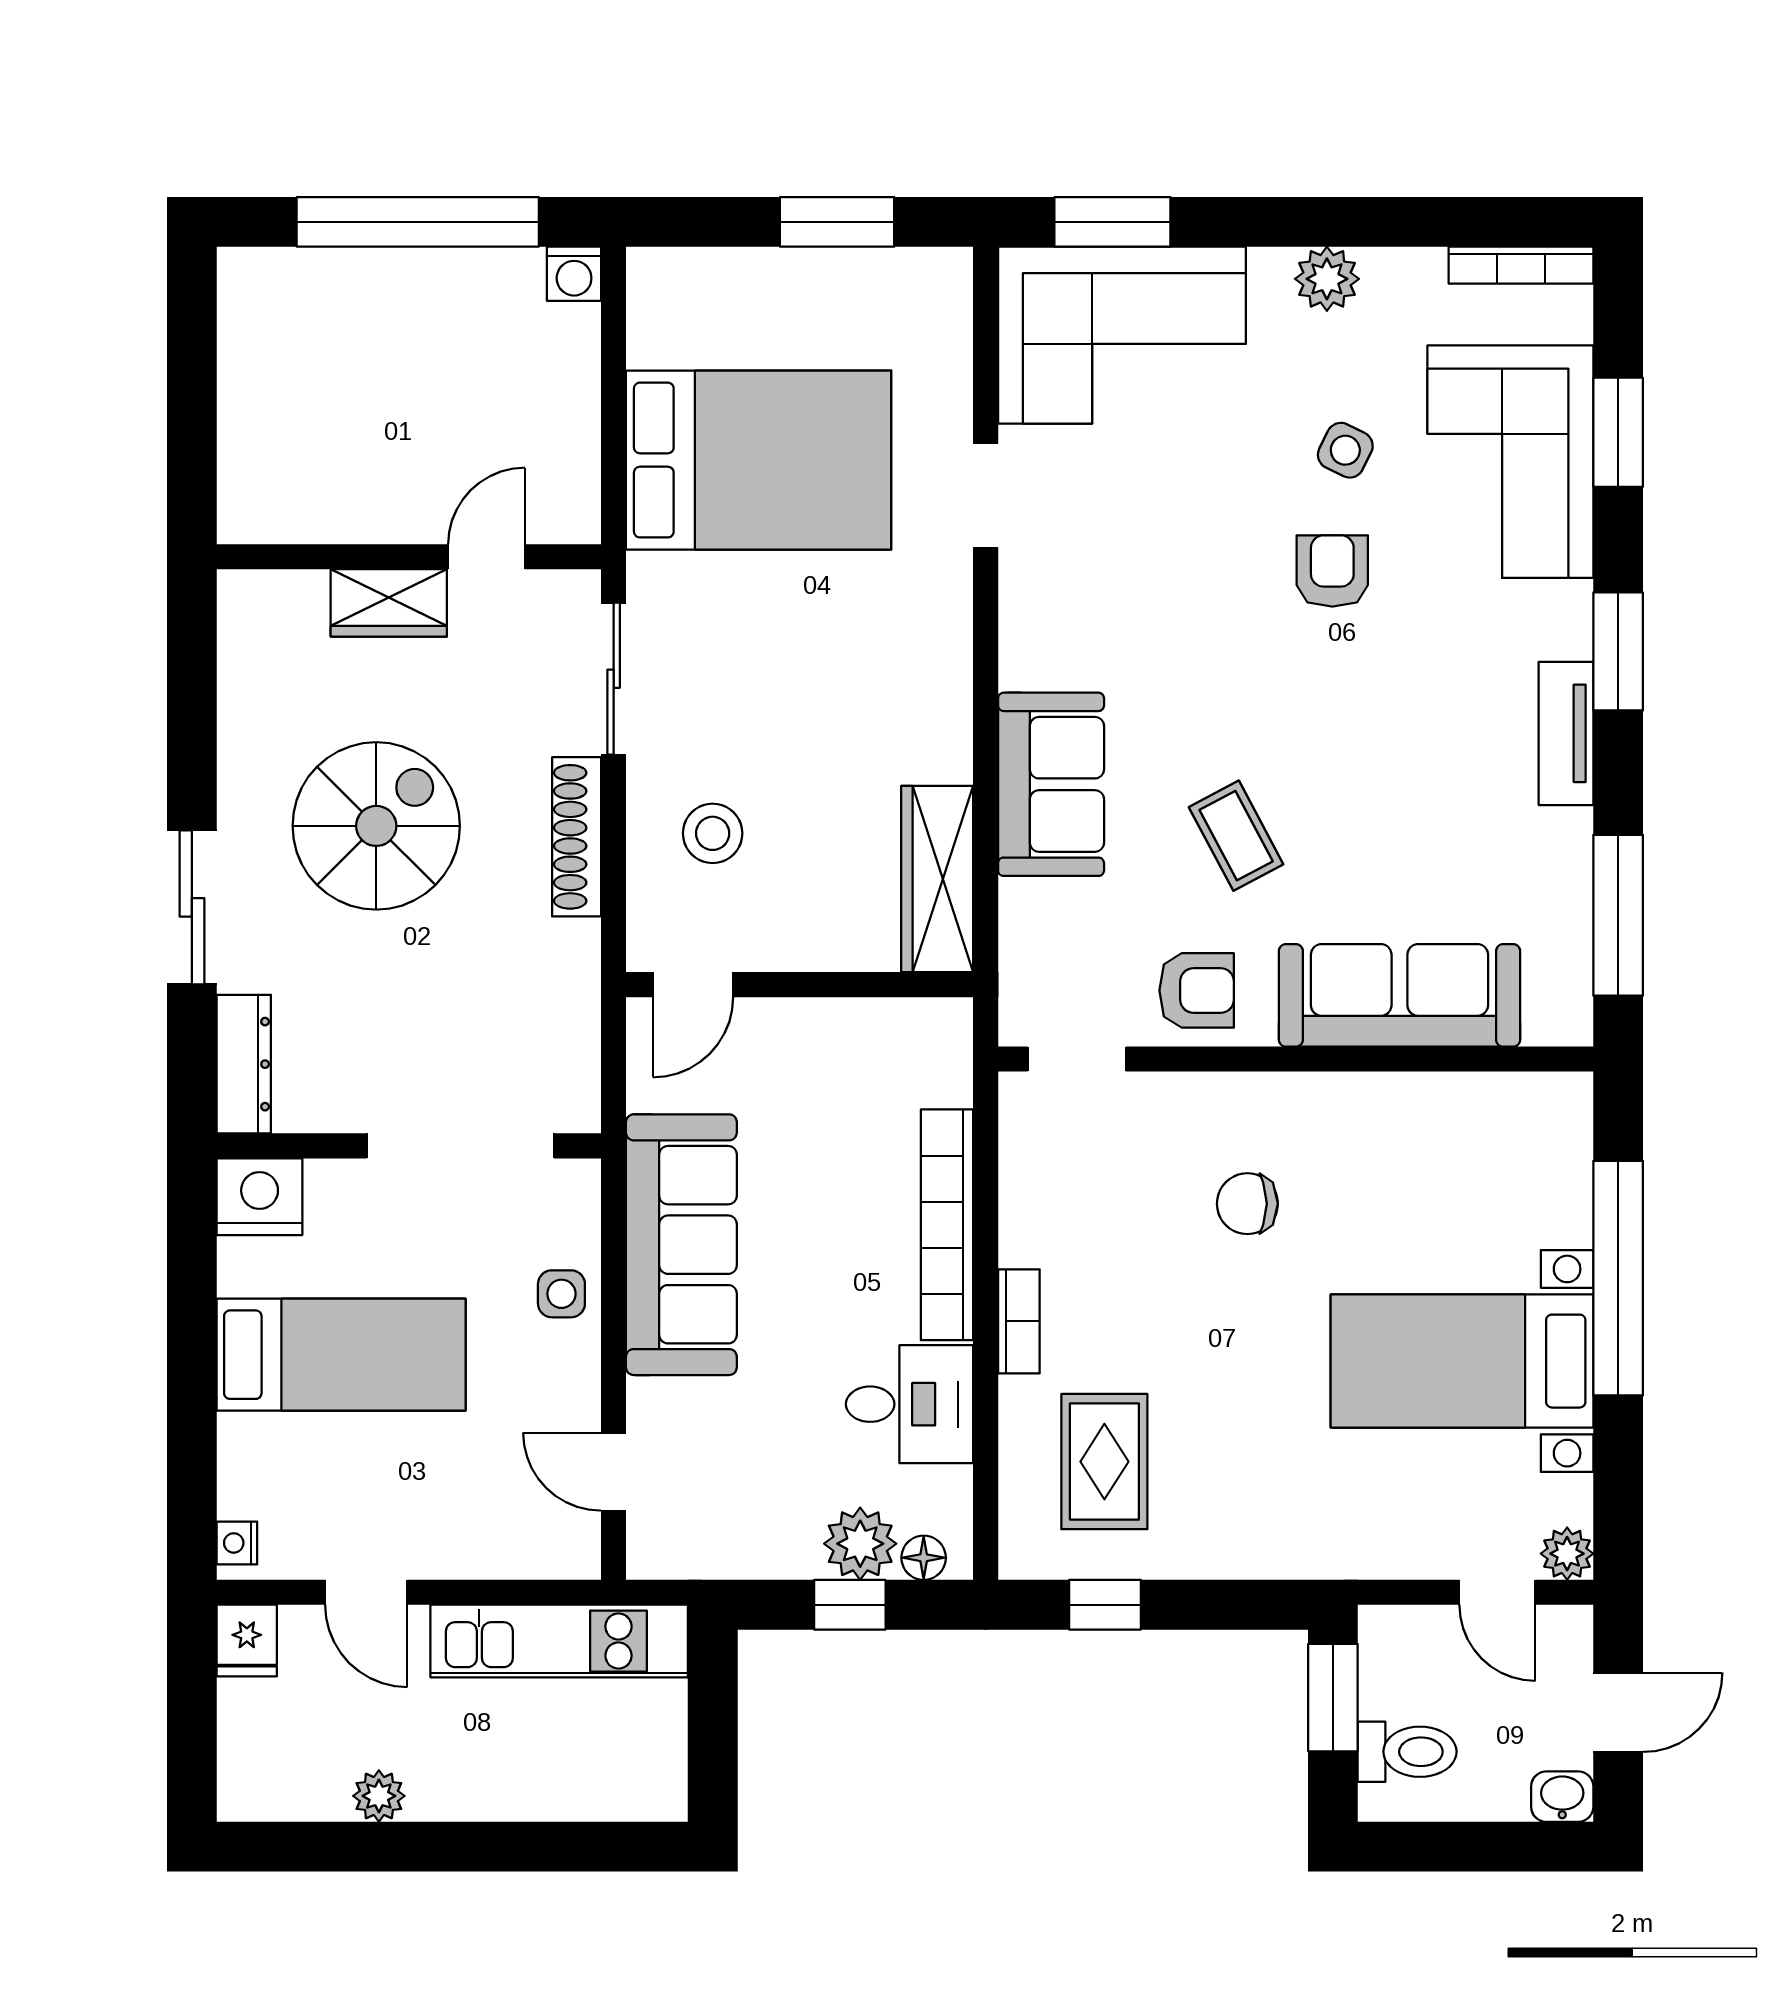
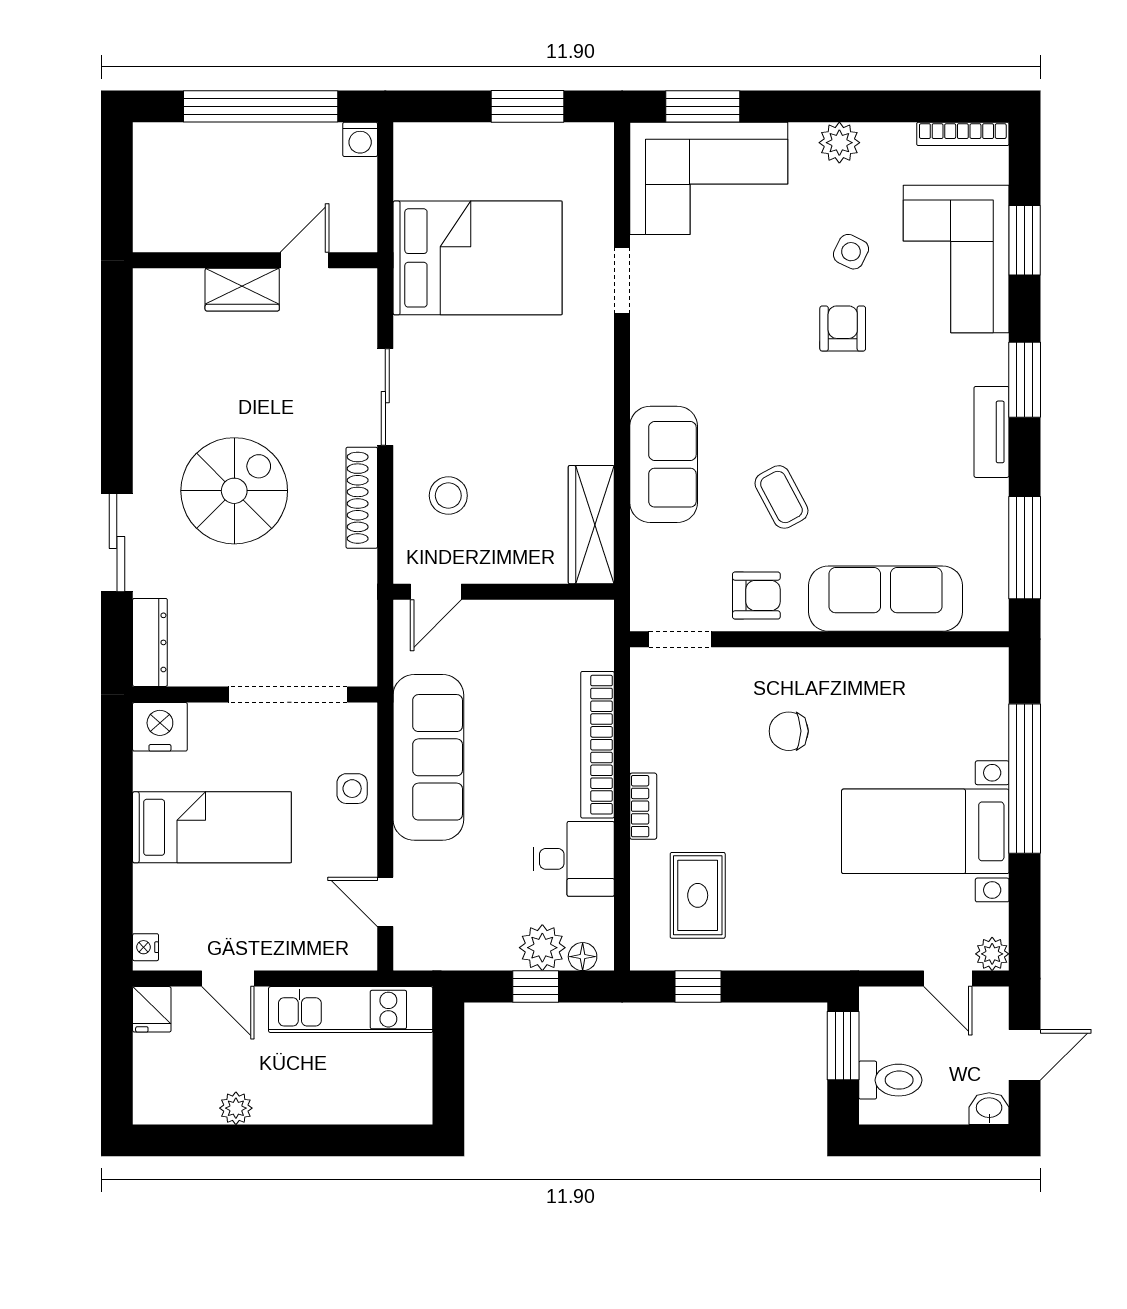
wall: (409, 557) -> (255, 260), moved
door: (487, 557) -> (304, 260), moved
wardrobe: (389, 603) -> (242, 290), moved

